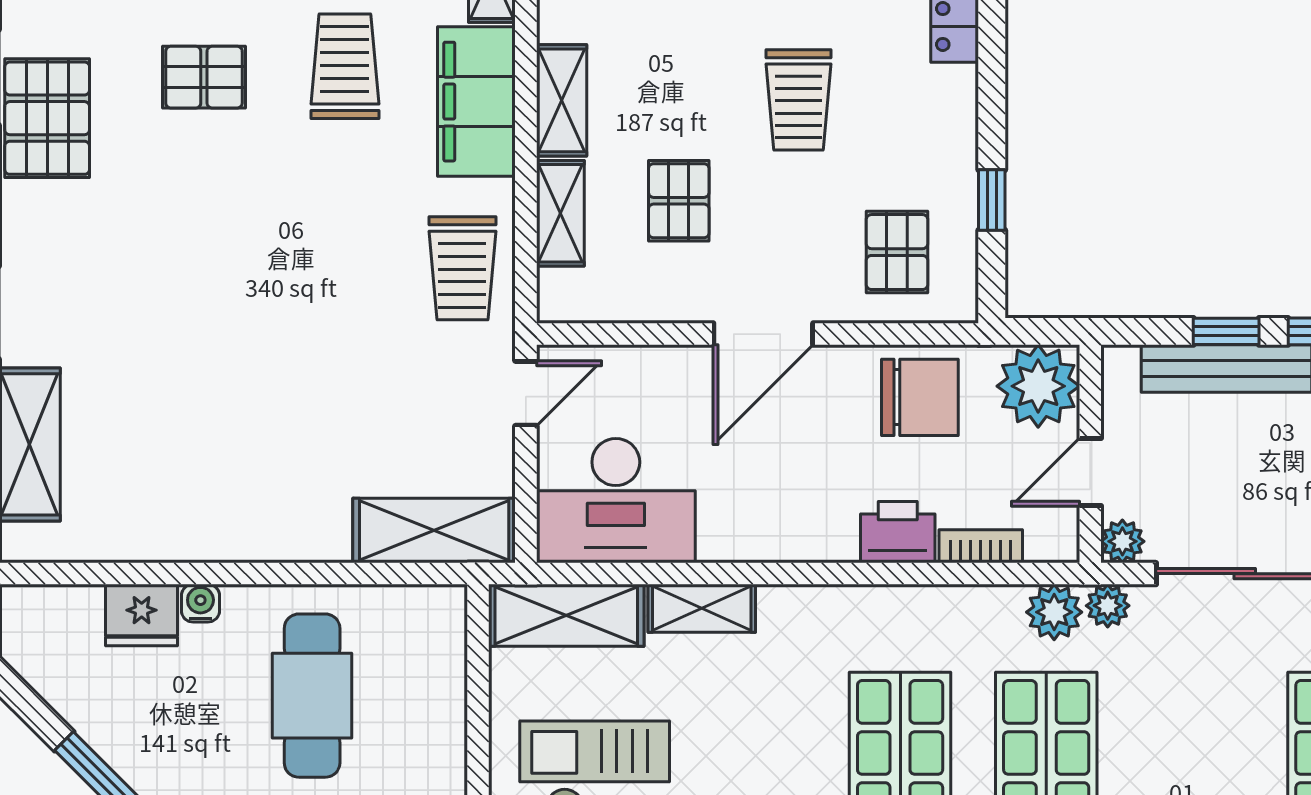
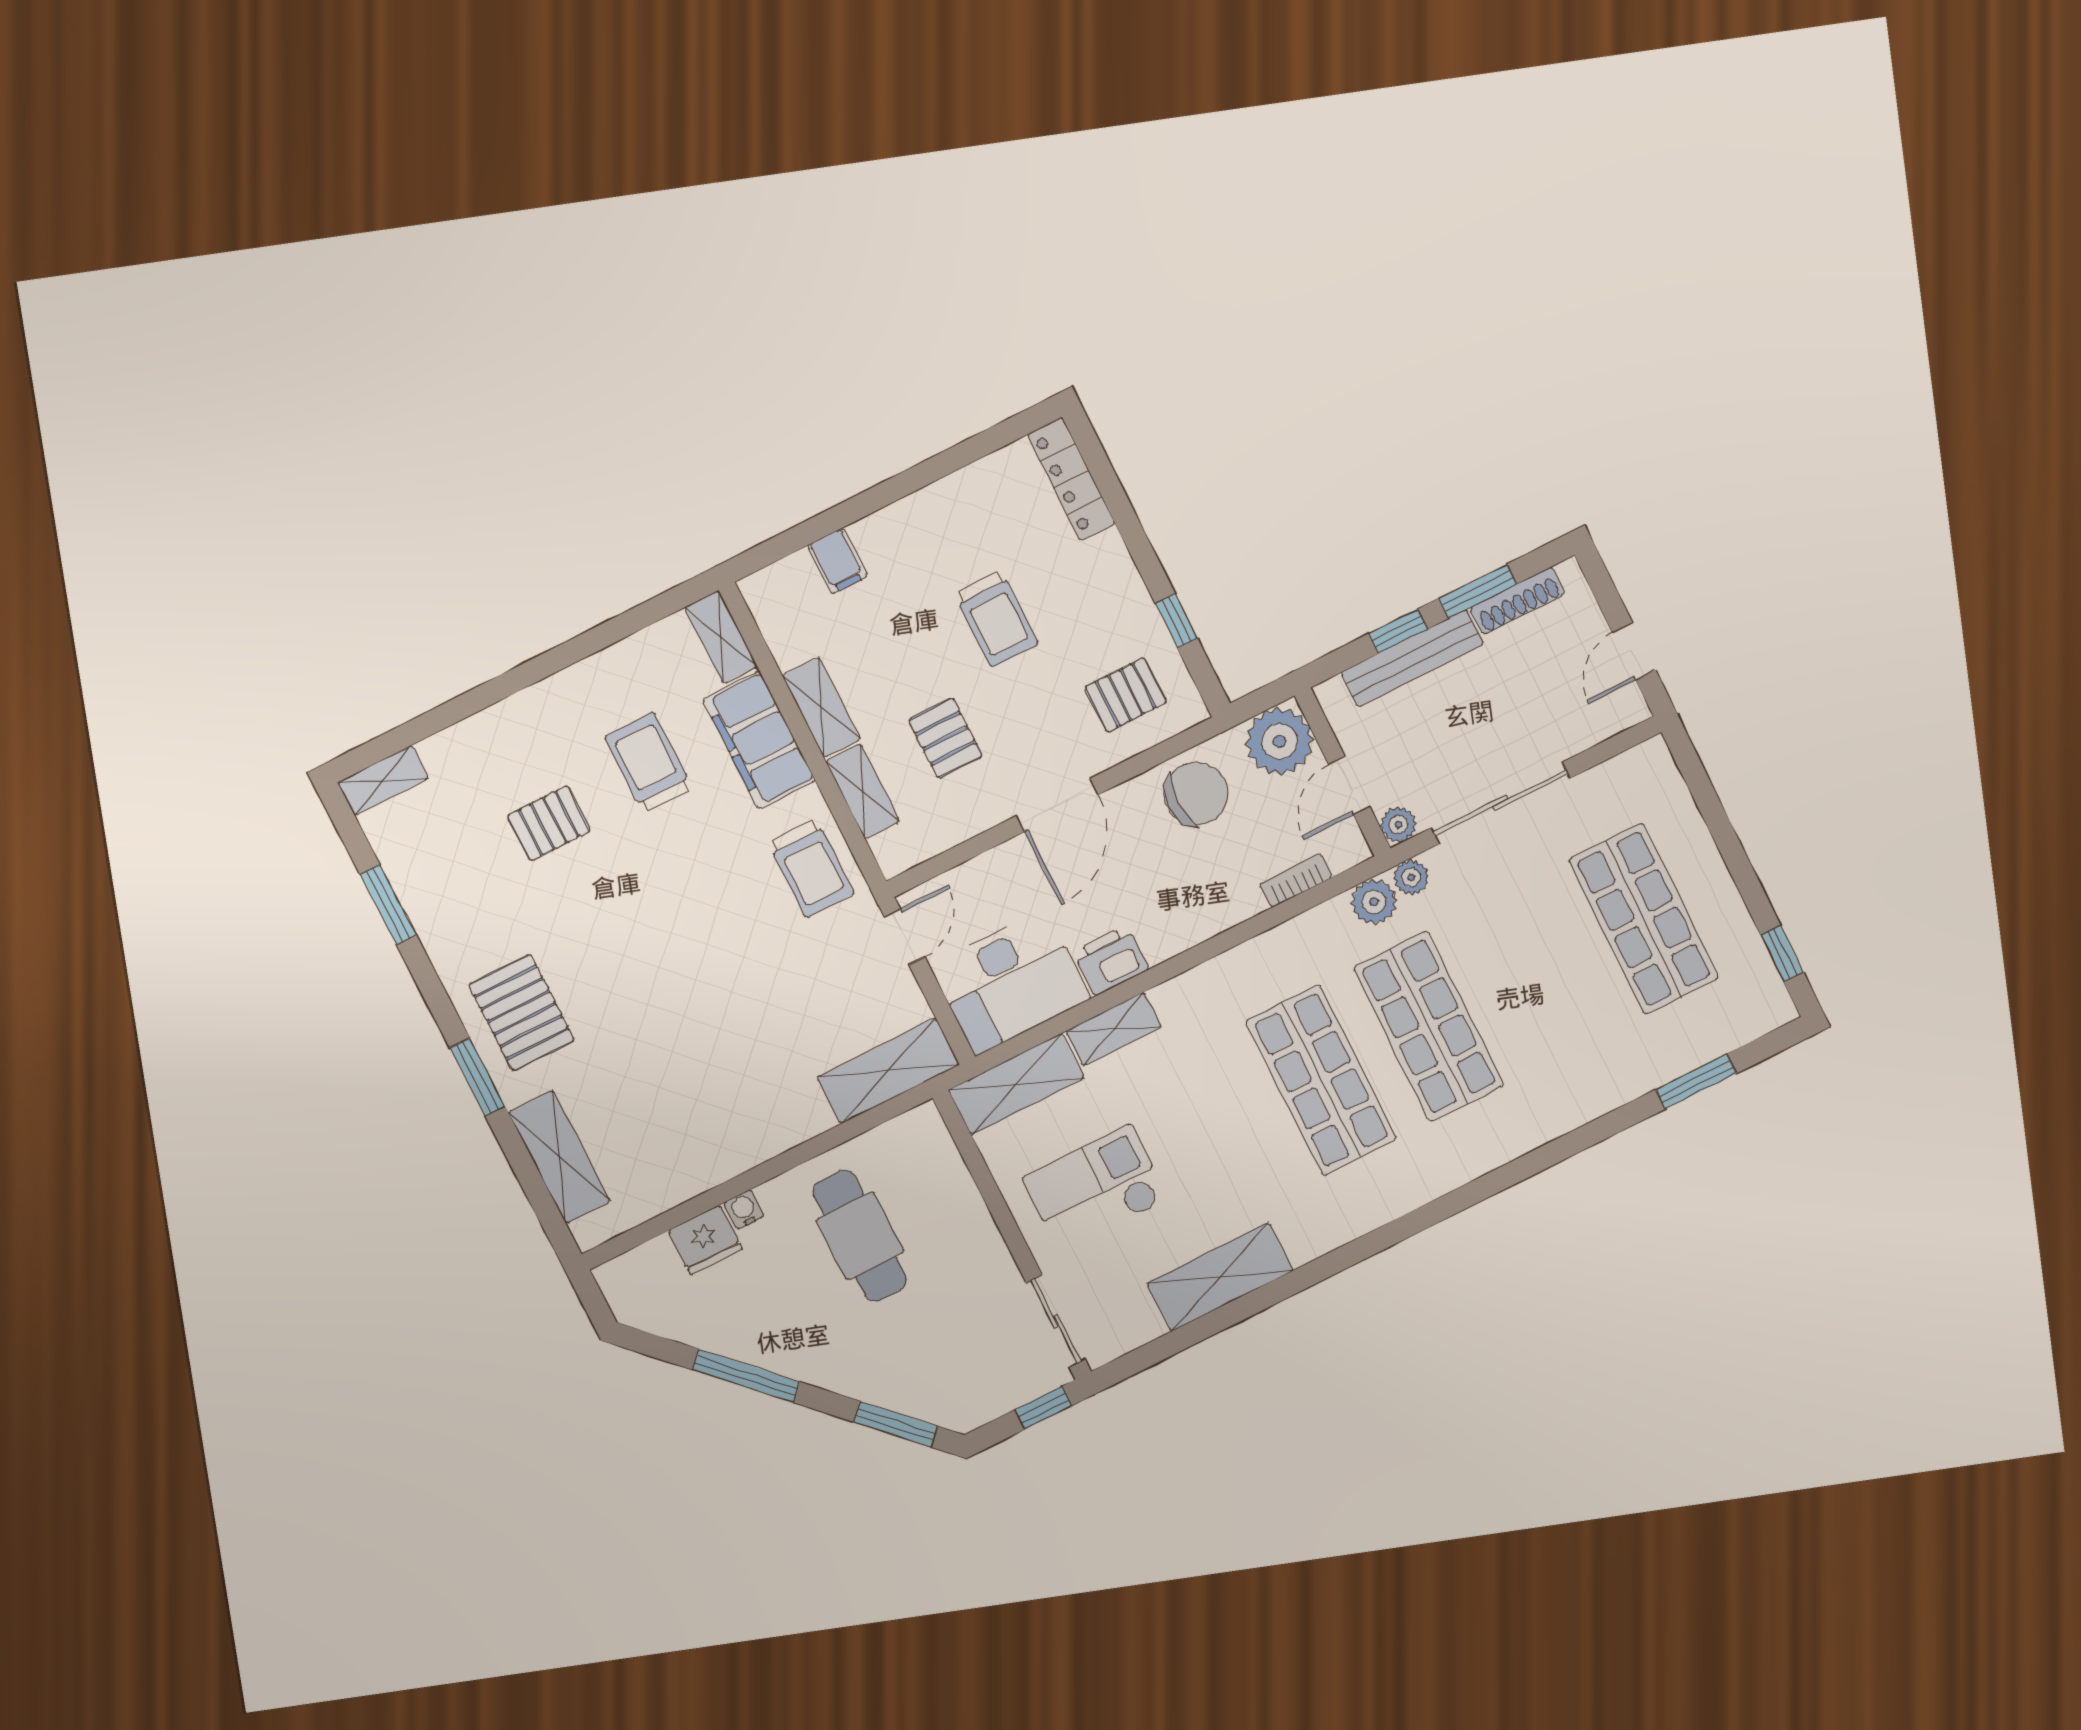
pallet: (47, 118) -> (522, 1013), moved
pallet: (897, 252) -> (1126, 695), turned 90
printer: (898, 532) -> (1111, 961), moved

